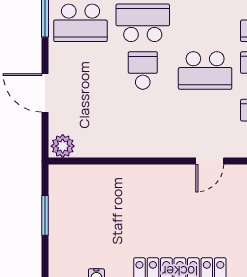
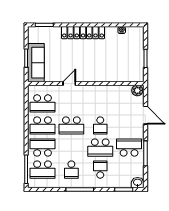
school desk: (205, 70) -> (71, 125), turned 180

